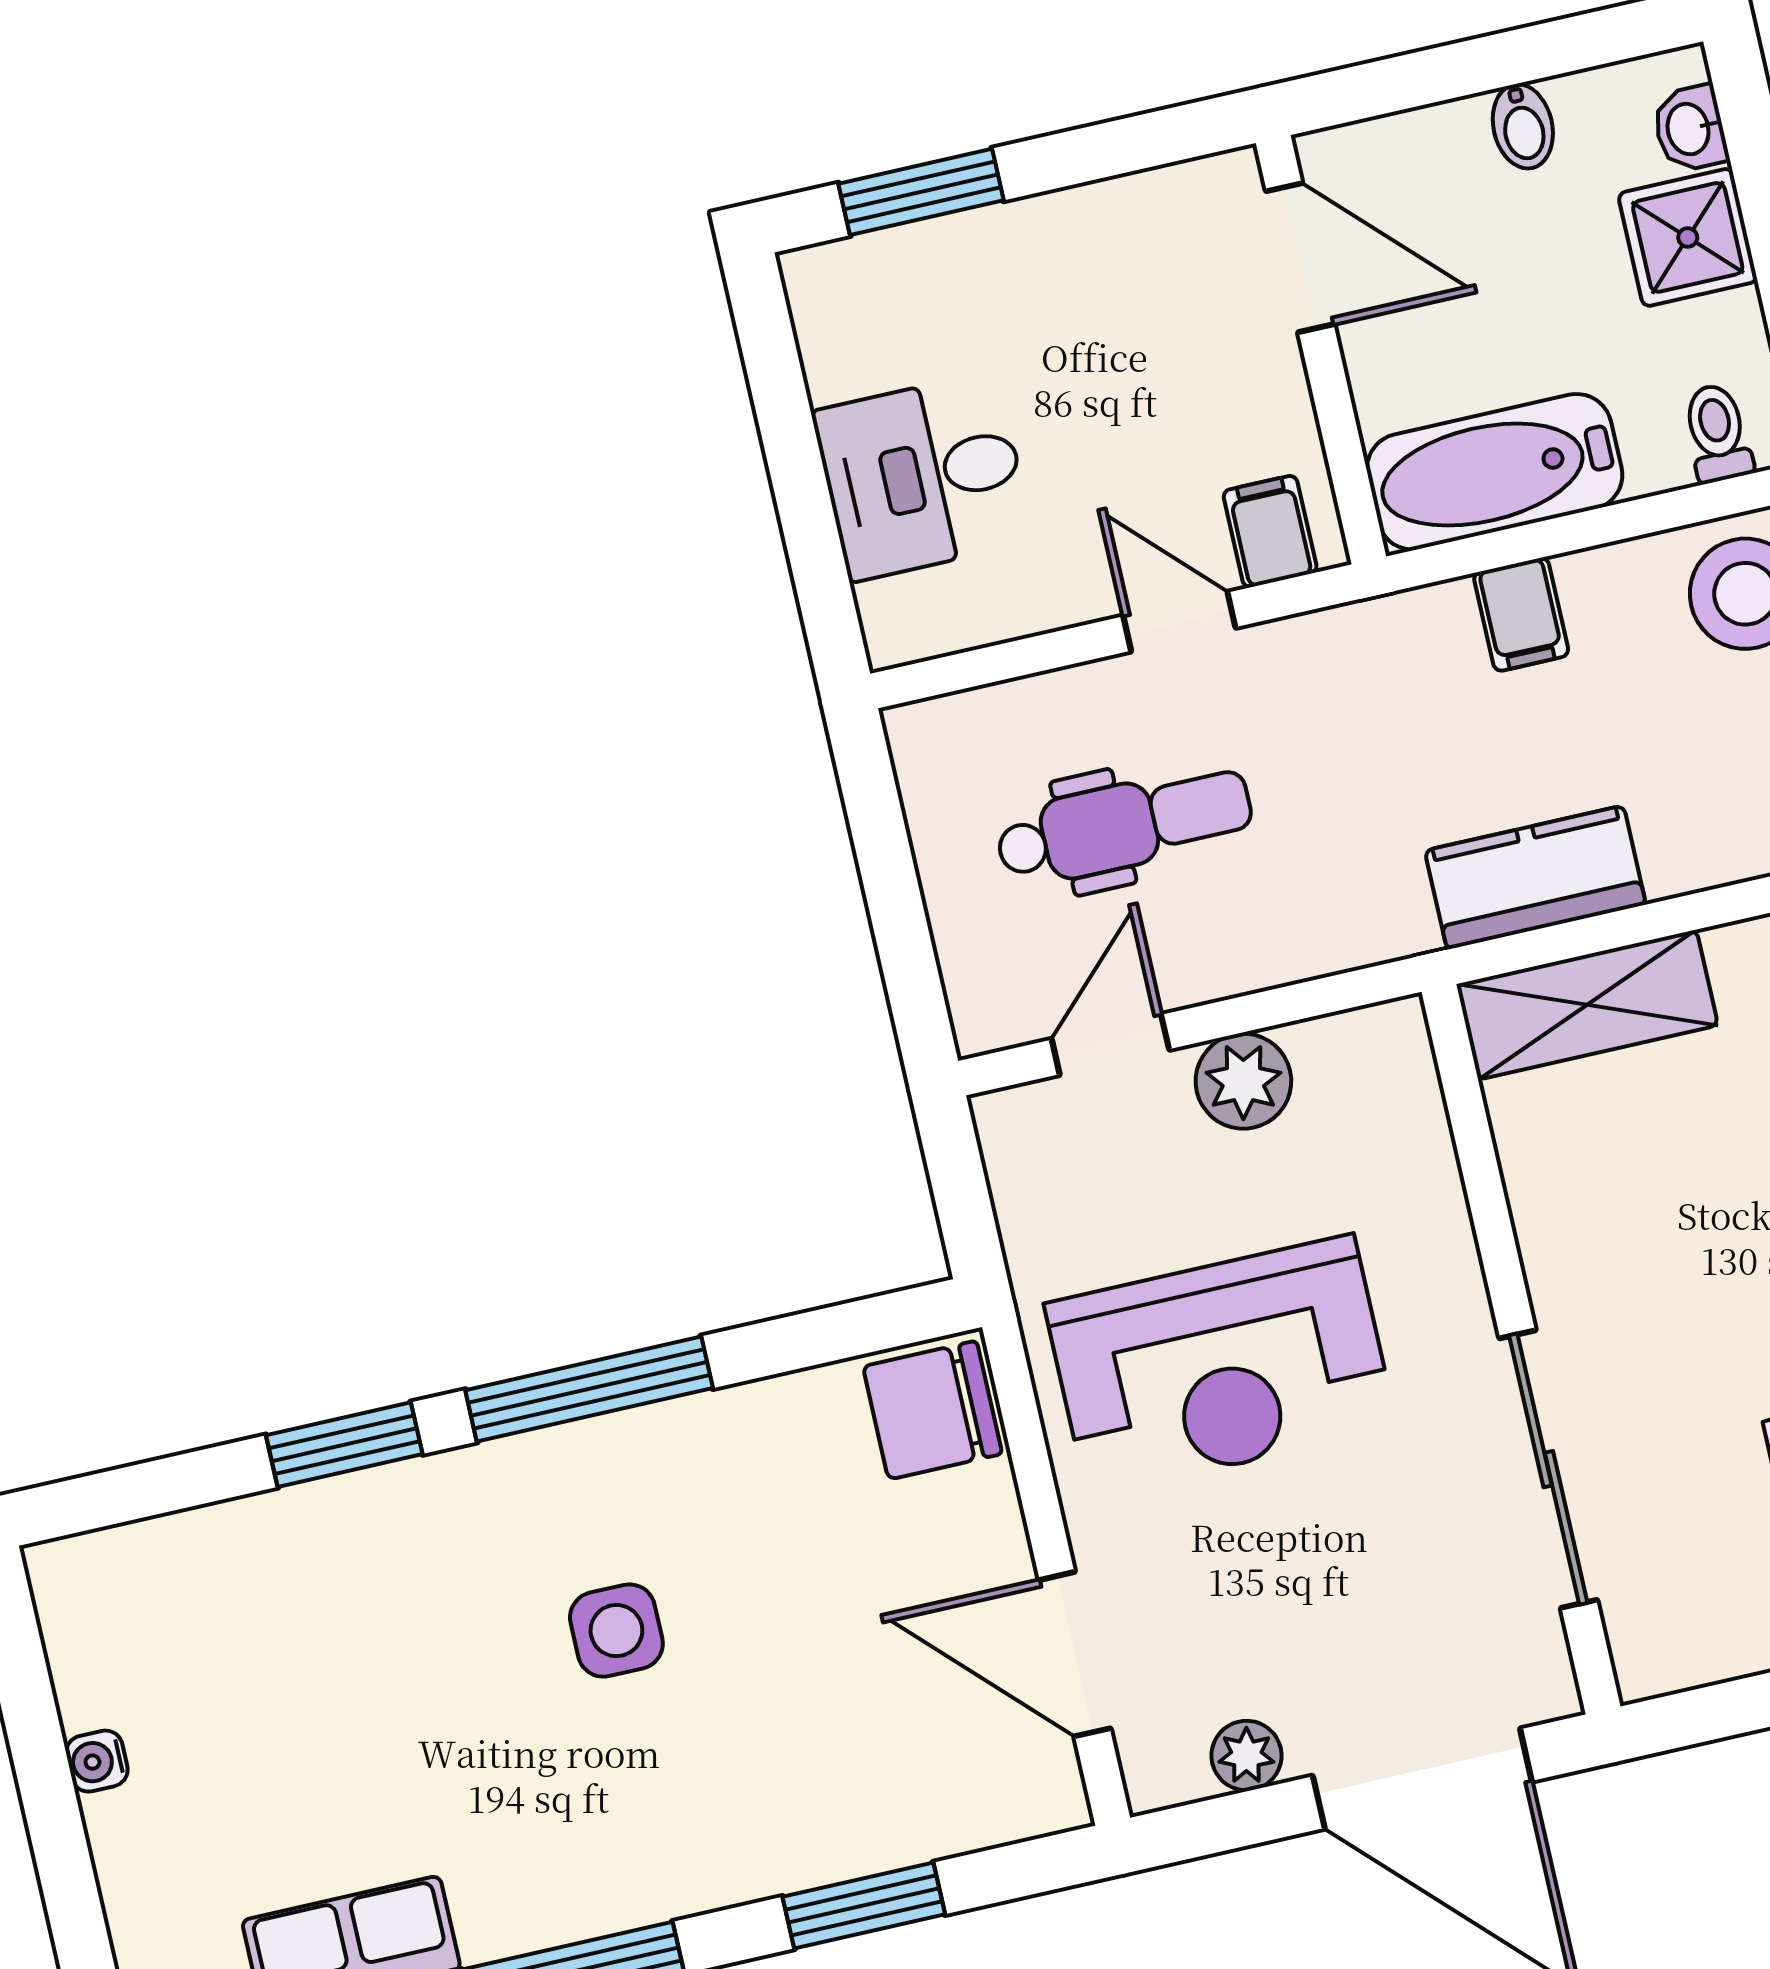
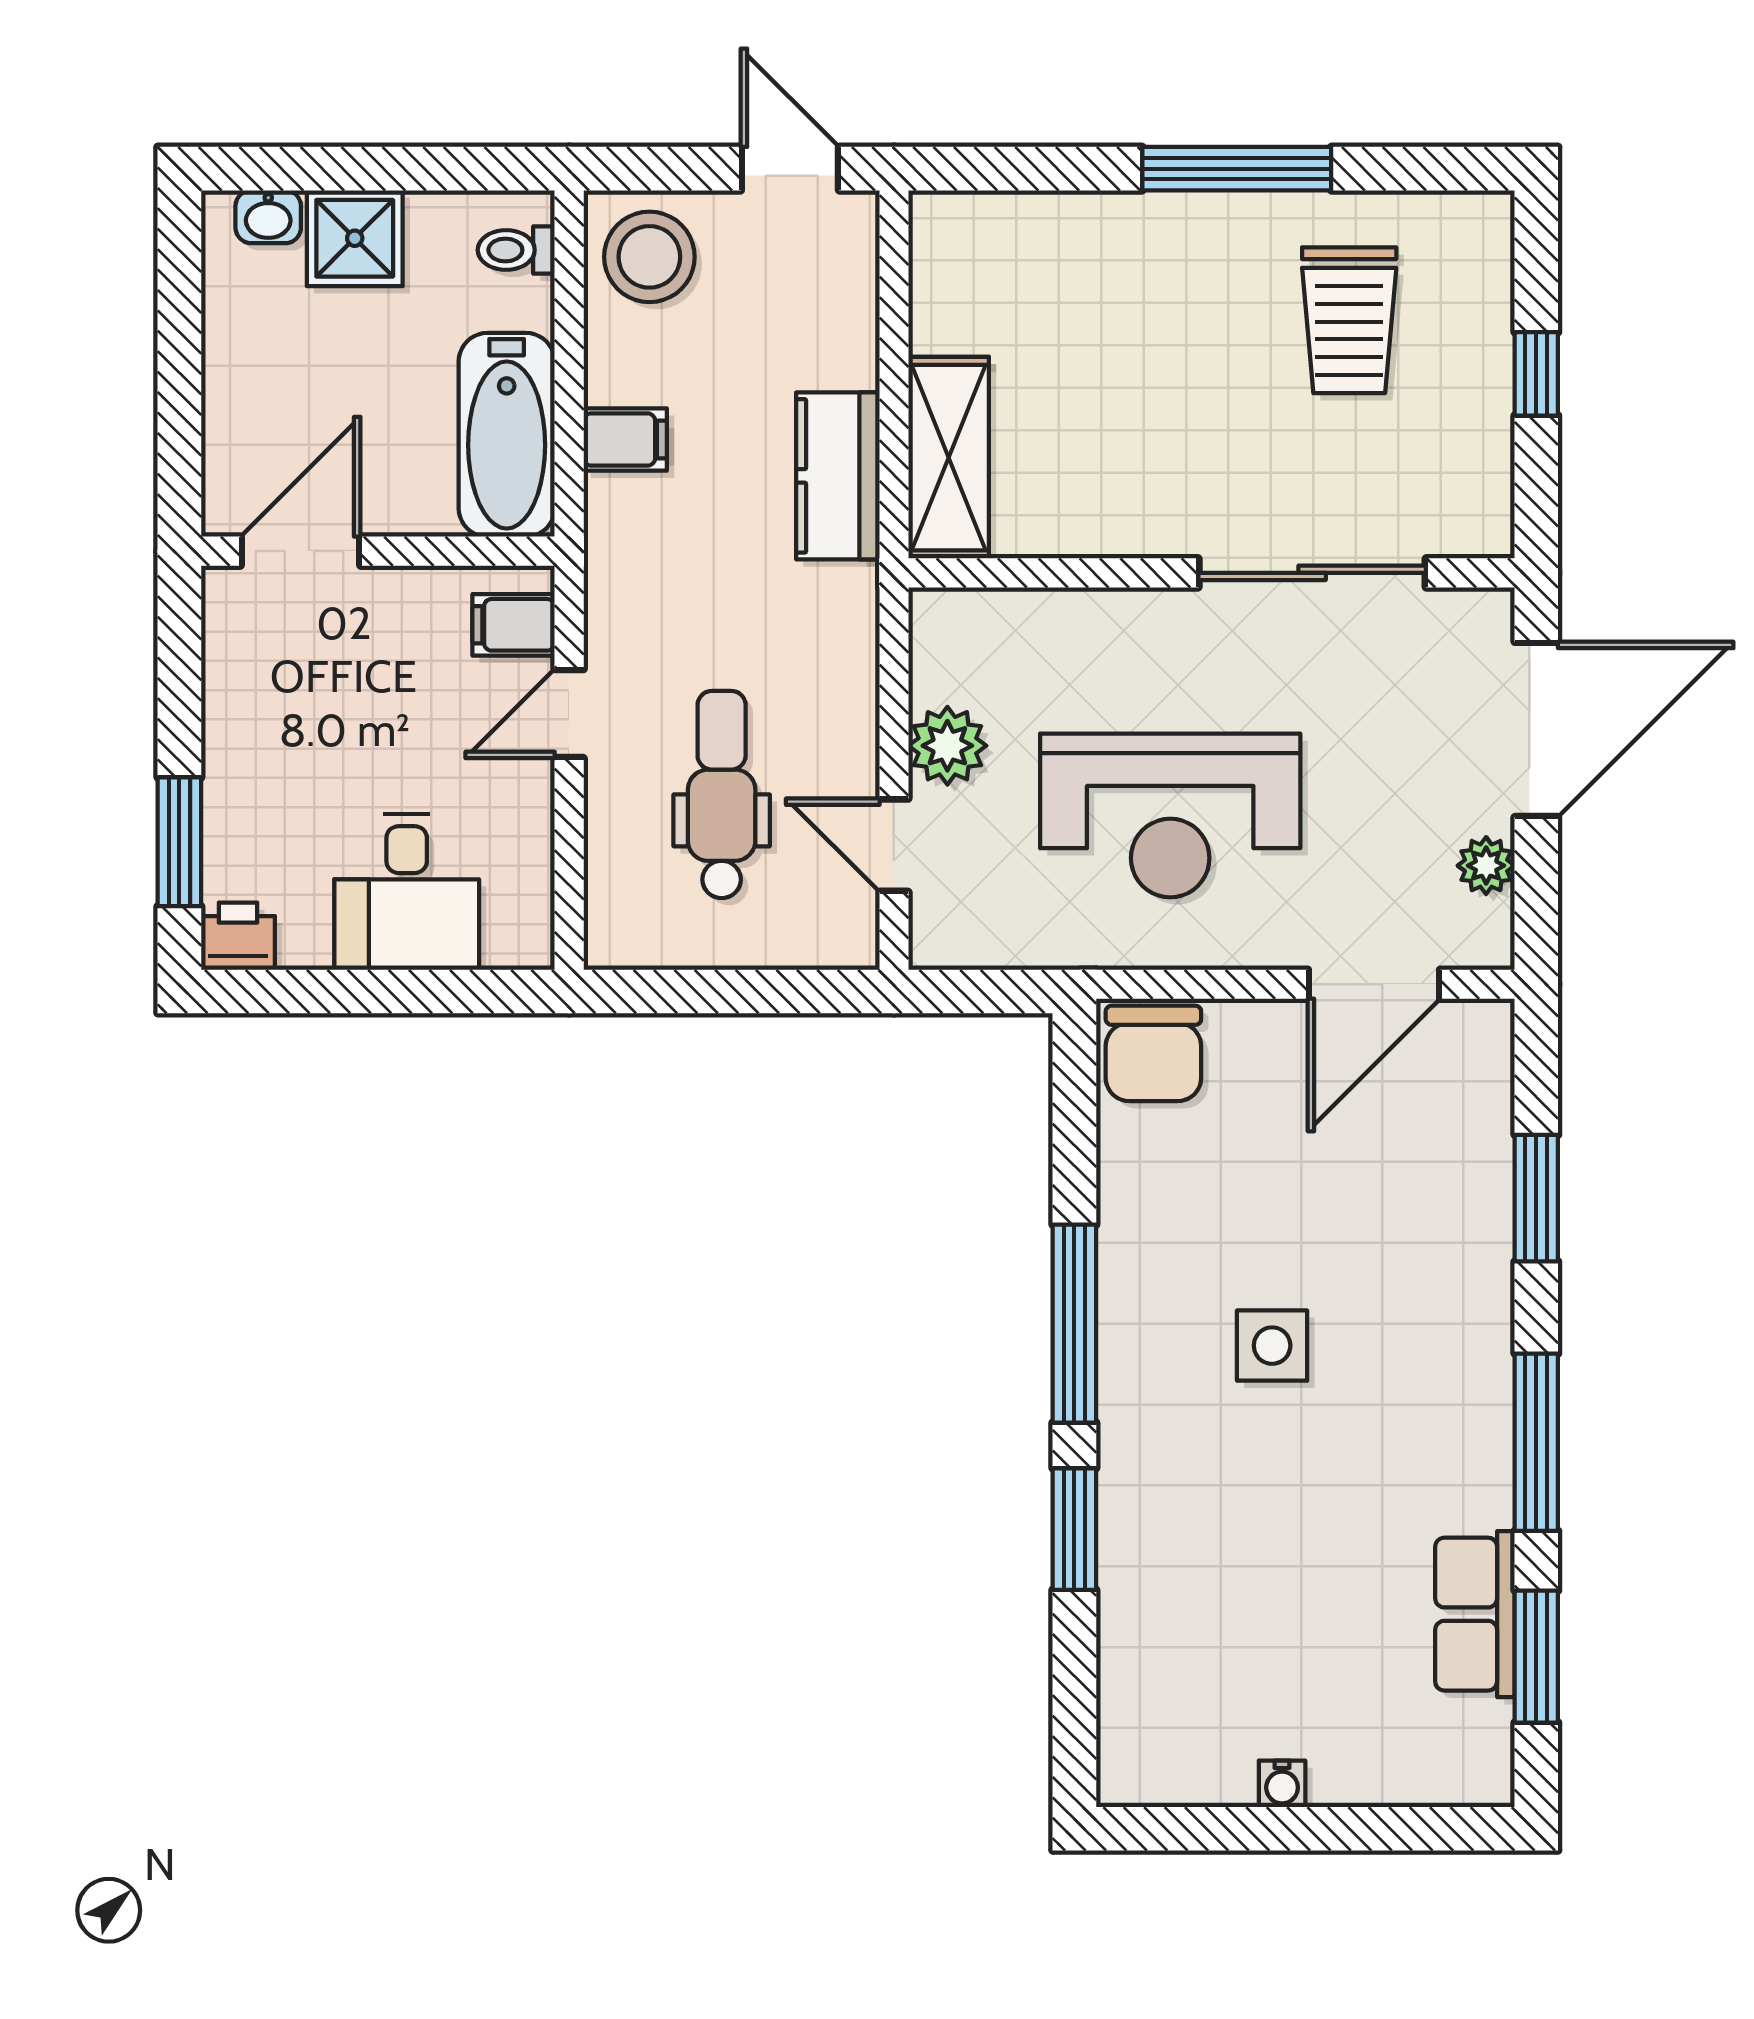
bidet: (1523, 126) -> (236, 350), removed
printer: (824, 287) -> (238, 936), added
reception desk: (1221, 1366) -> (1170, 815), turned 90

